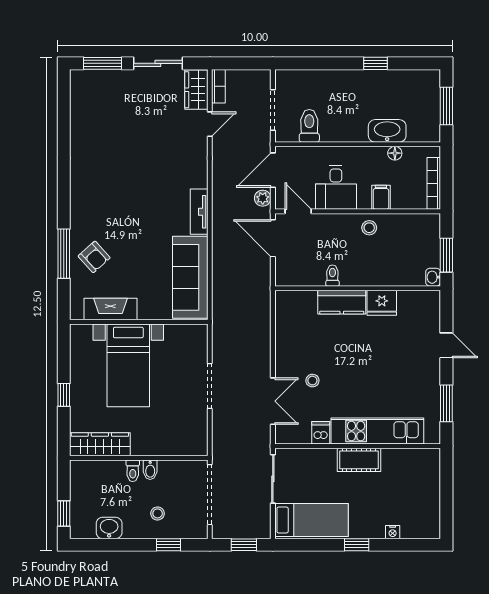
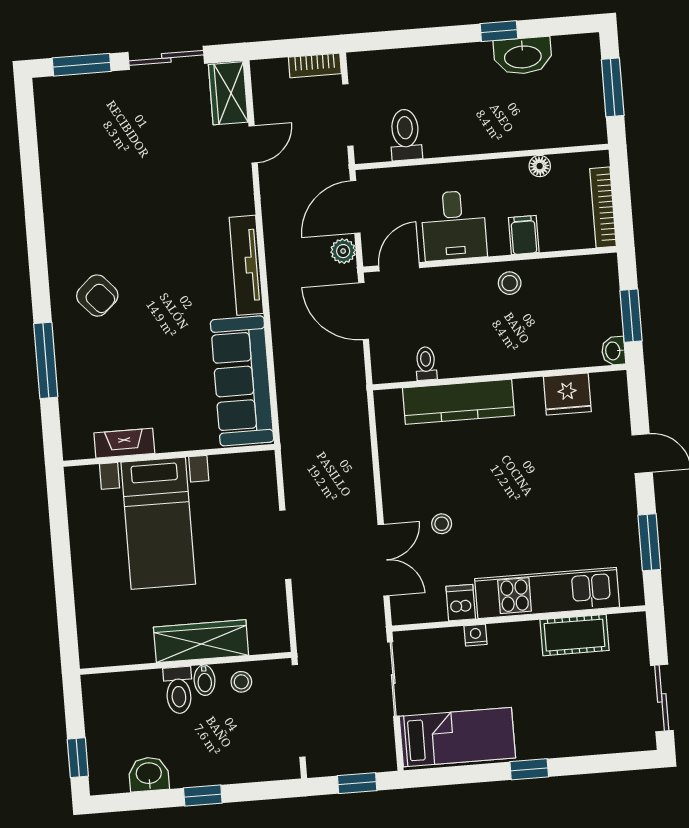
bookcase: (218, 86) -> (315, 65), moved, turned 90
washbasin: (387, 131) -> (523, 56), moved, turned 180
door: (298, 211) -> (399, 267), hinge flipped
tv unit: (199, 212) -> (246, 265), width x1.41
armchair: (94, 257) -> (97, 296), moved
toilet: (332, 276) -> (426, 363), moved
kitchen counter: (342, 302) -> (459, 402), width x1.50
fridge: (382, 303) -> (567, 394), moved
fireplace: (110, 309) -> (124, 443), width x0.73, depth x0.76
window: (64, 395) -> (63, 576), removed
wardrobe: (100, 444) -> (201, 641), moved
cot: (359, 460) -> (575, 635), moved
toilet: (133, 471) -> (178, 690), width x1.37, depth x1.39
sliding door: (446, 505) -> (662, 698), added
stool: (158, 513) -> (241, 682), moved
nightstand: (393, 532) -> (476, 635), moved, turned 180
window: (168, 545) -> (203, 796), moved

